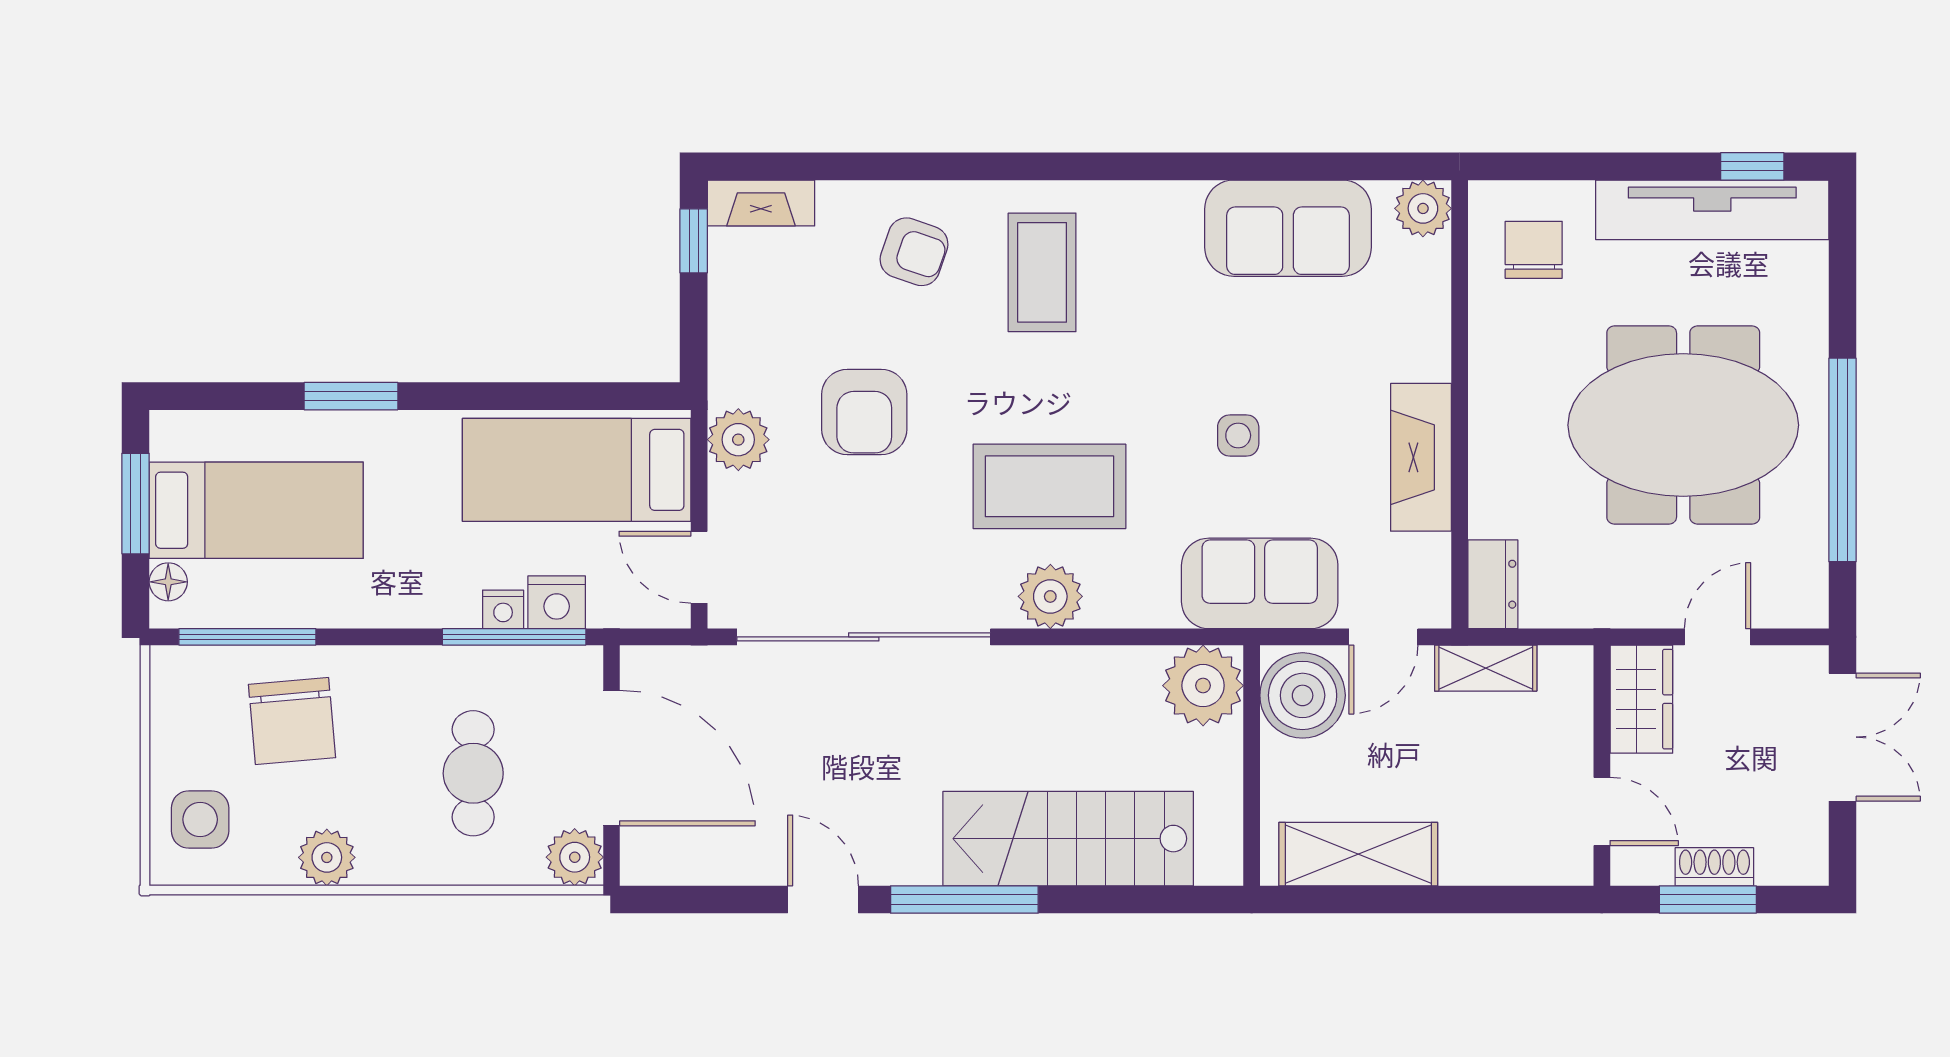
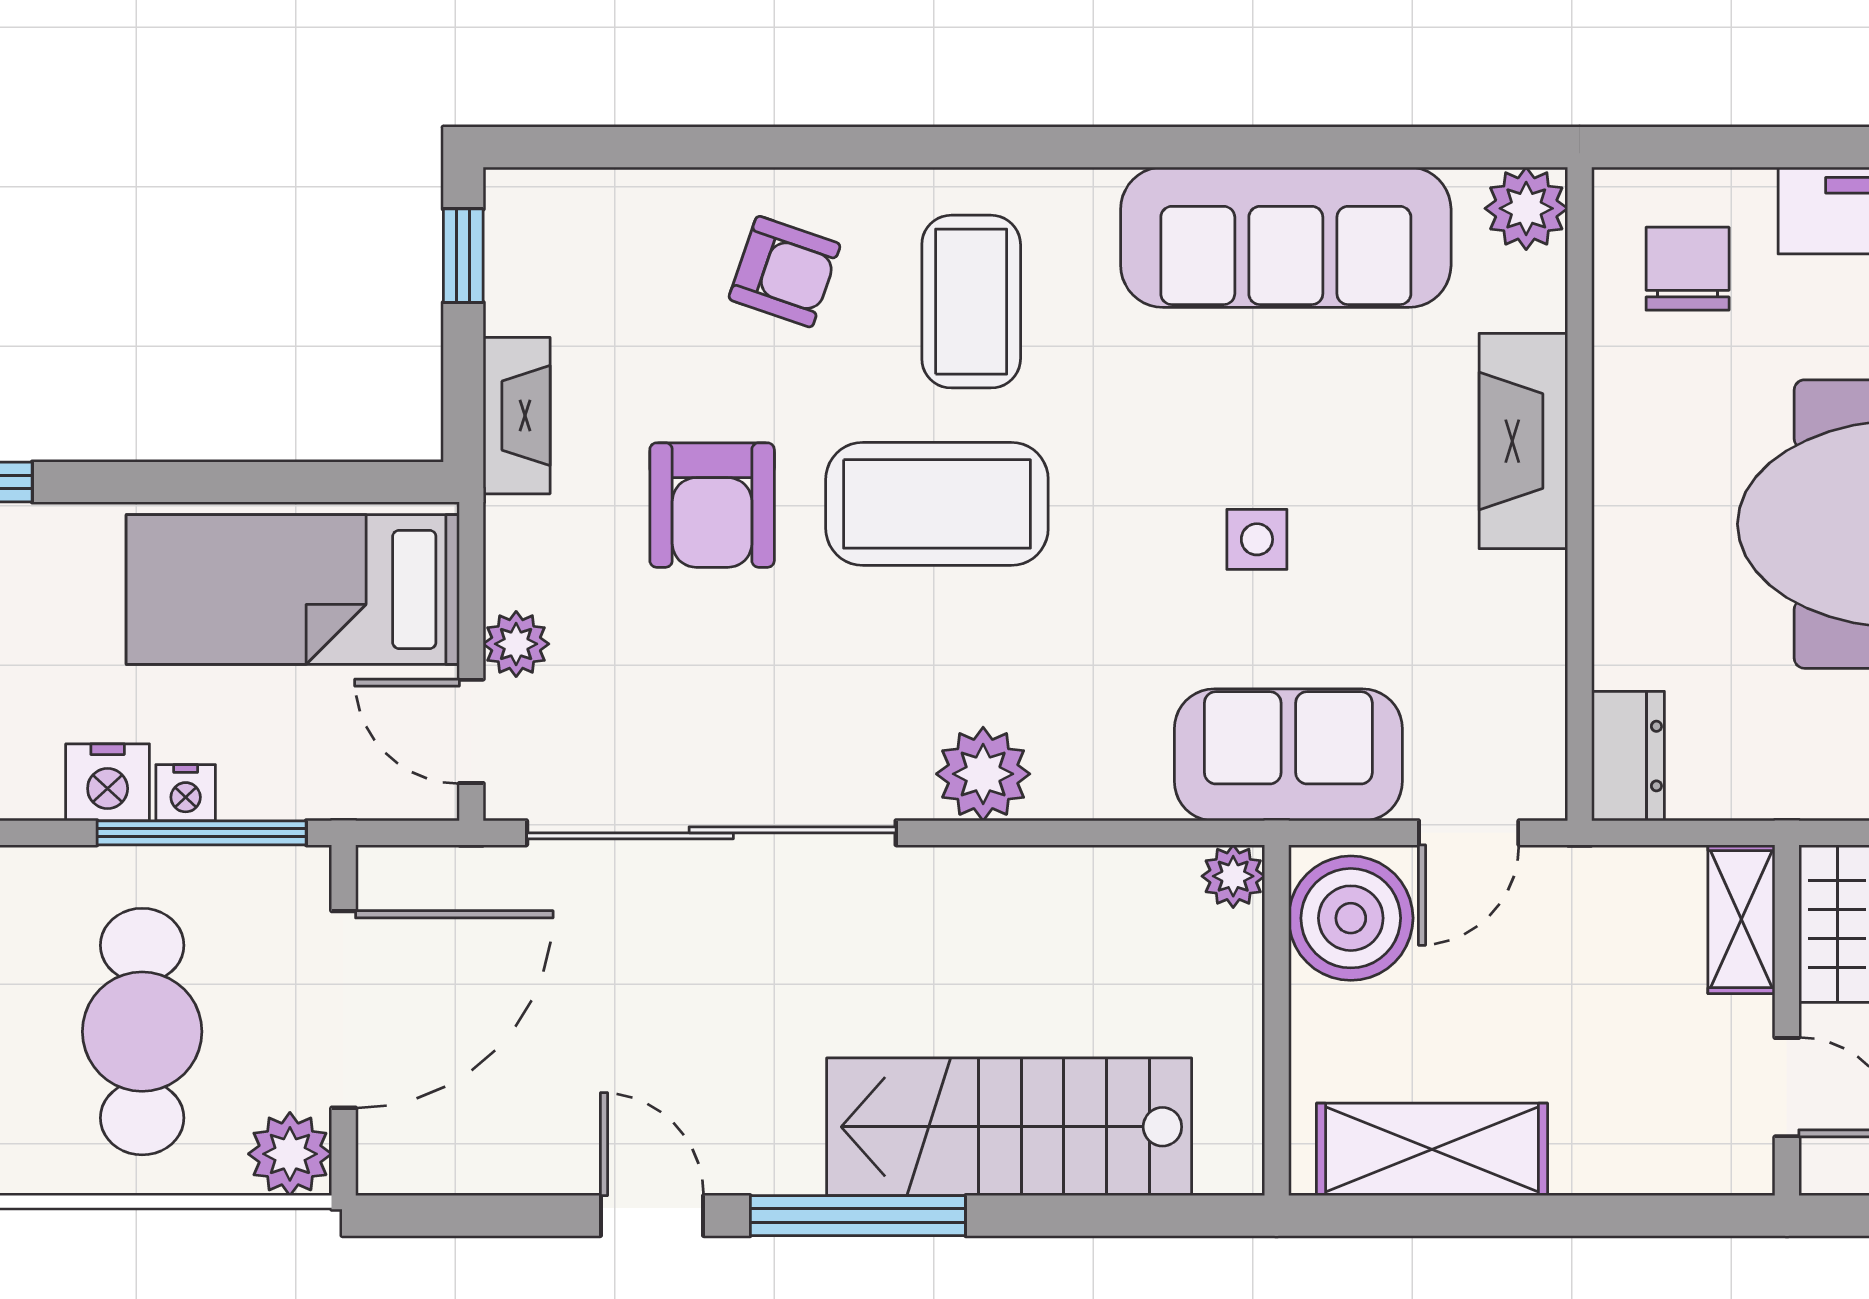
fireplace: (761, 203) -> (517, 416), moved, turned -90
sofa: (1288, 228) -> (1286, 237), width x1.36
plant: (738, 440) -> (516, 644), moved, width x0.73, depth x0.73
fireplace: (1421, 457) -> (1523, 441), moved
coffee table: (1049, 486) -> (937, 504), moved
nightstand: (557, 602) -> (108, 782), moved
shelving: (1486, 668) -> (1741, 919), moved, turned 90
plant: (1203, 686) -> (1233, 876), width x0.53, depth x0.53
door: (612, 758) -> (344, 1009), hinge flipped
cafe table: (473, 773) -> (142, 1032), width x1.37, depth x1.35

